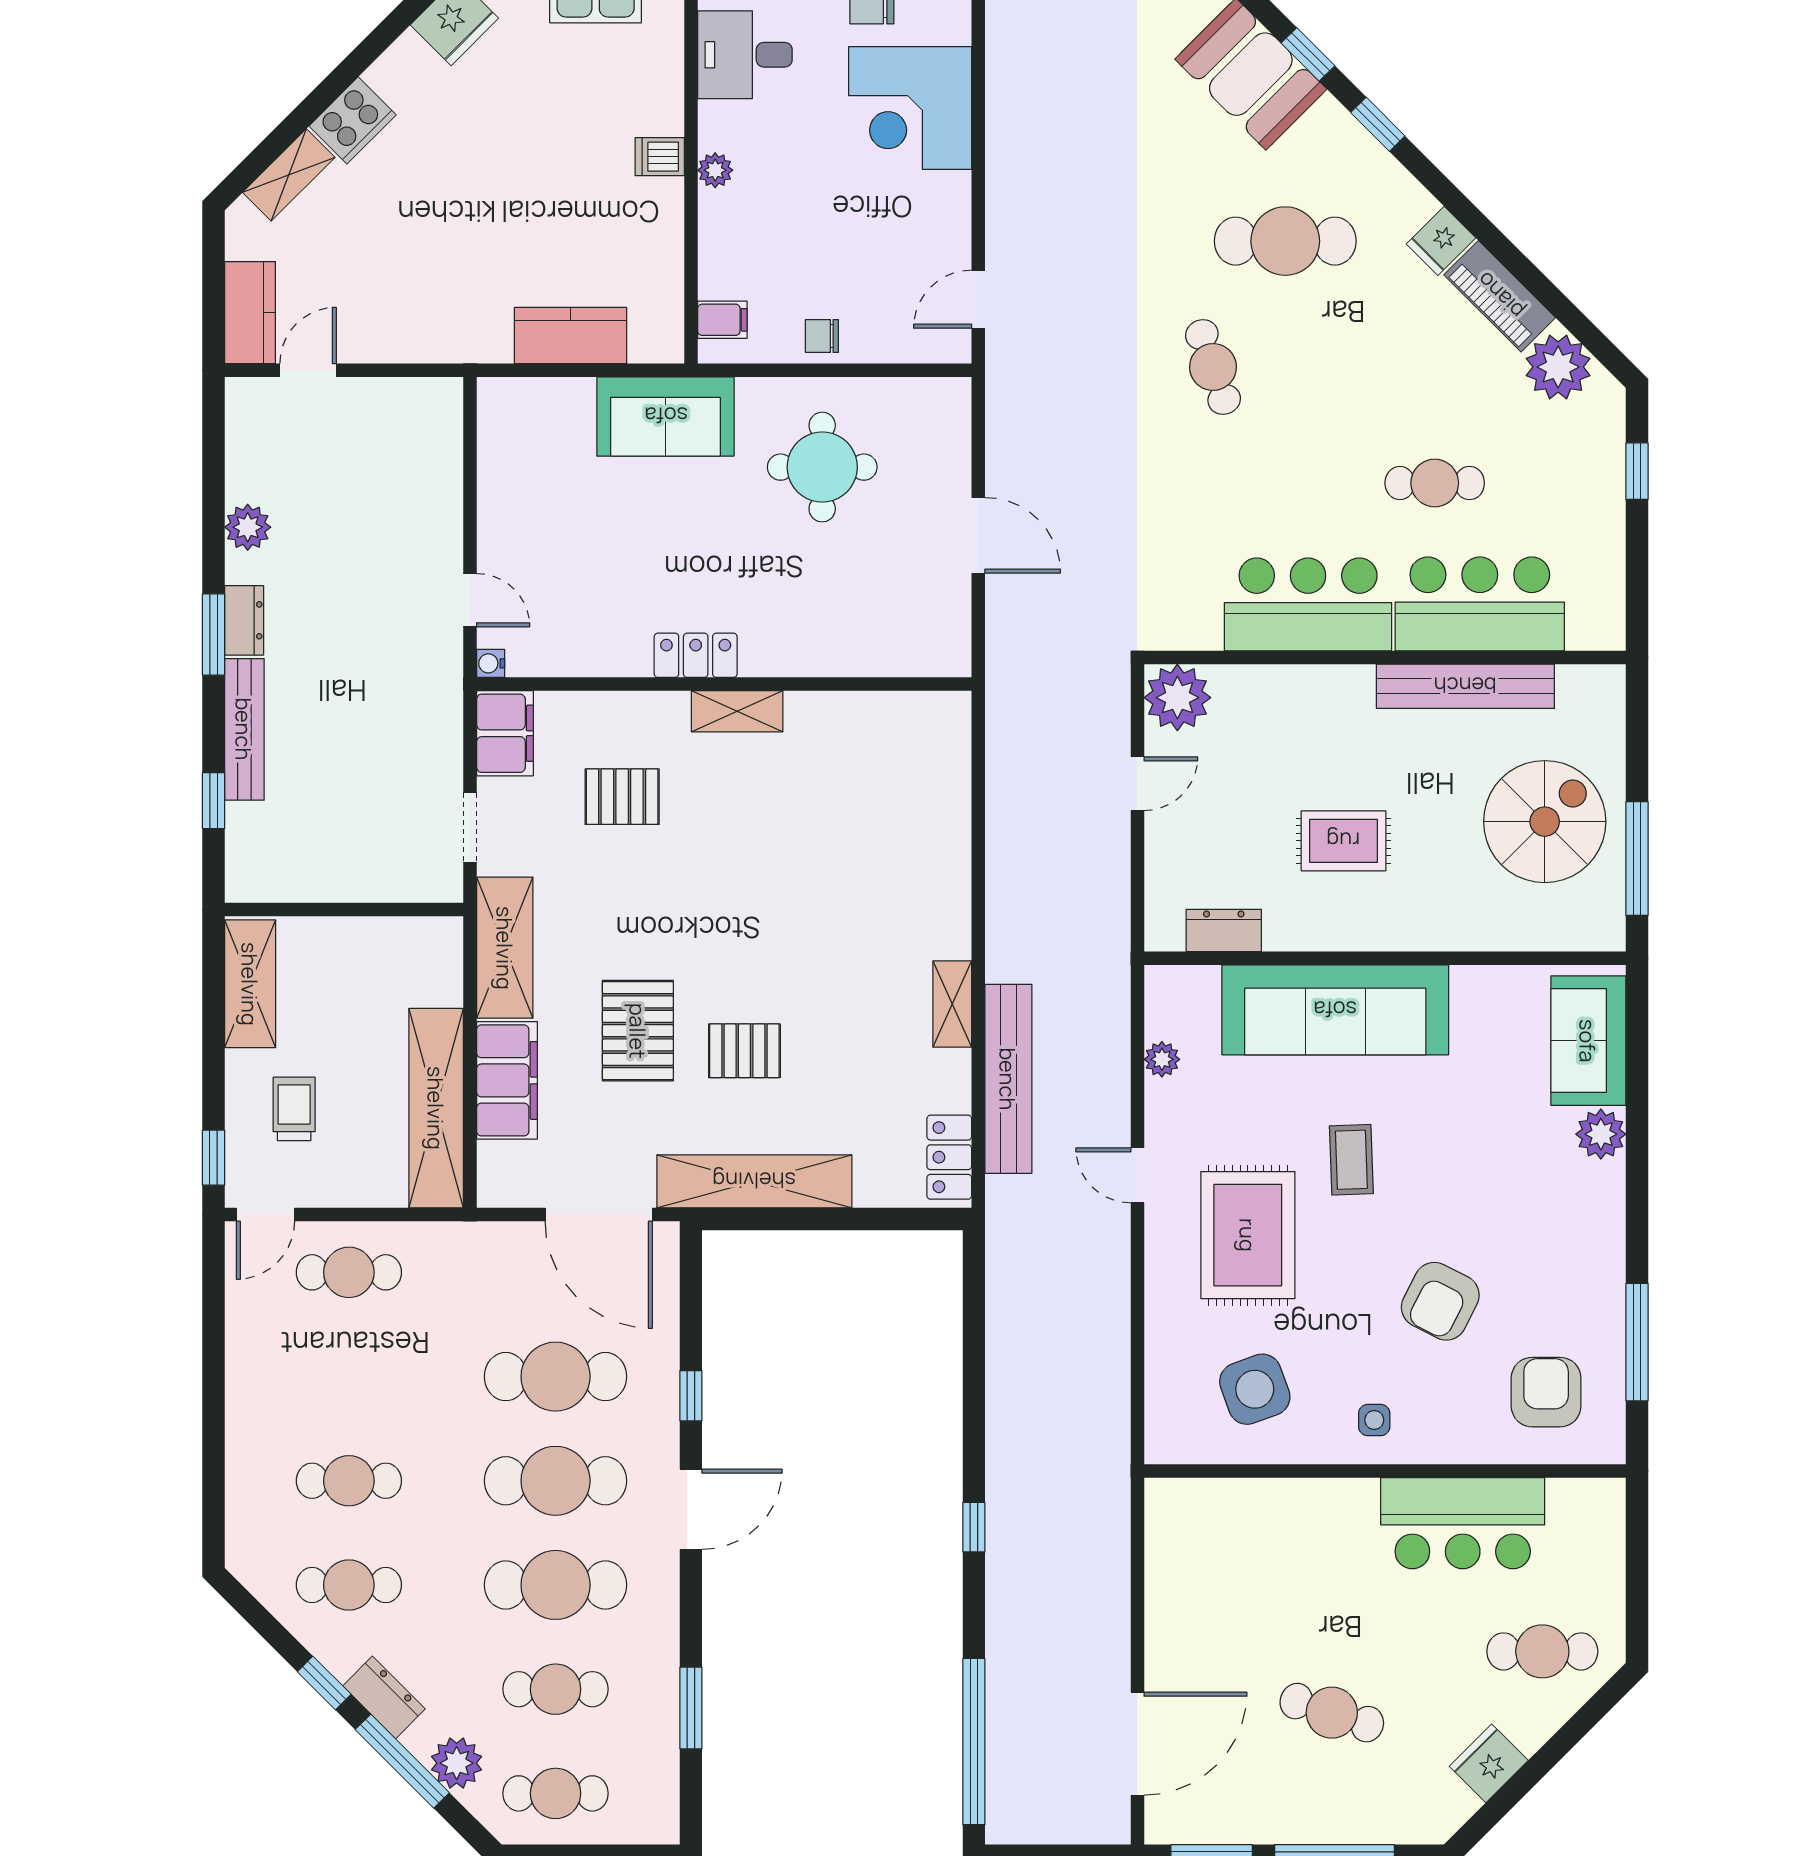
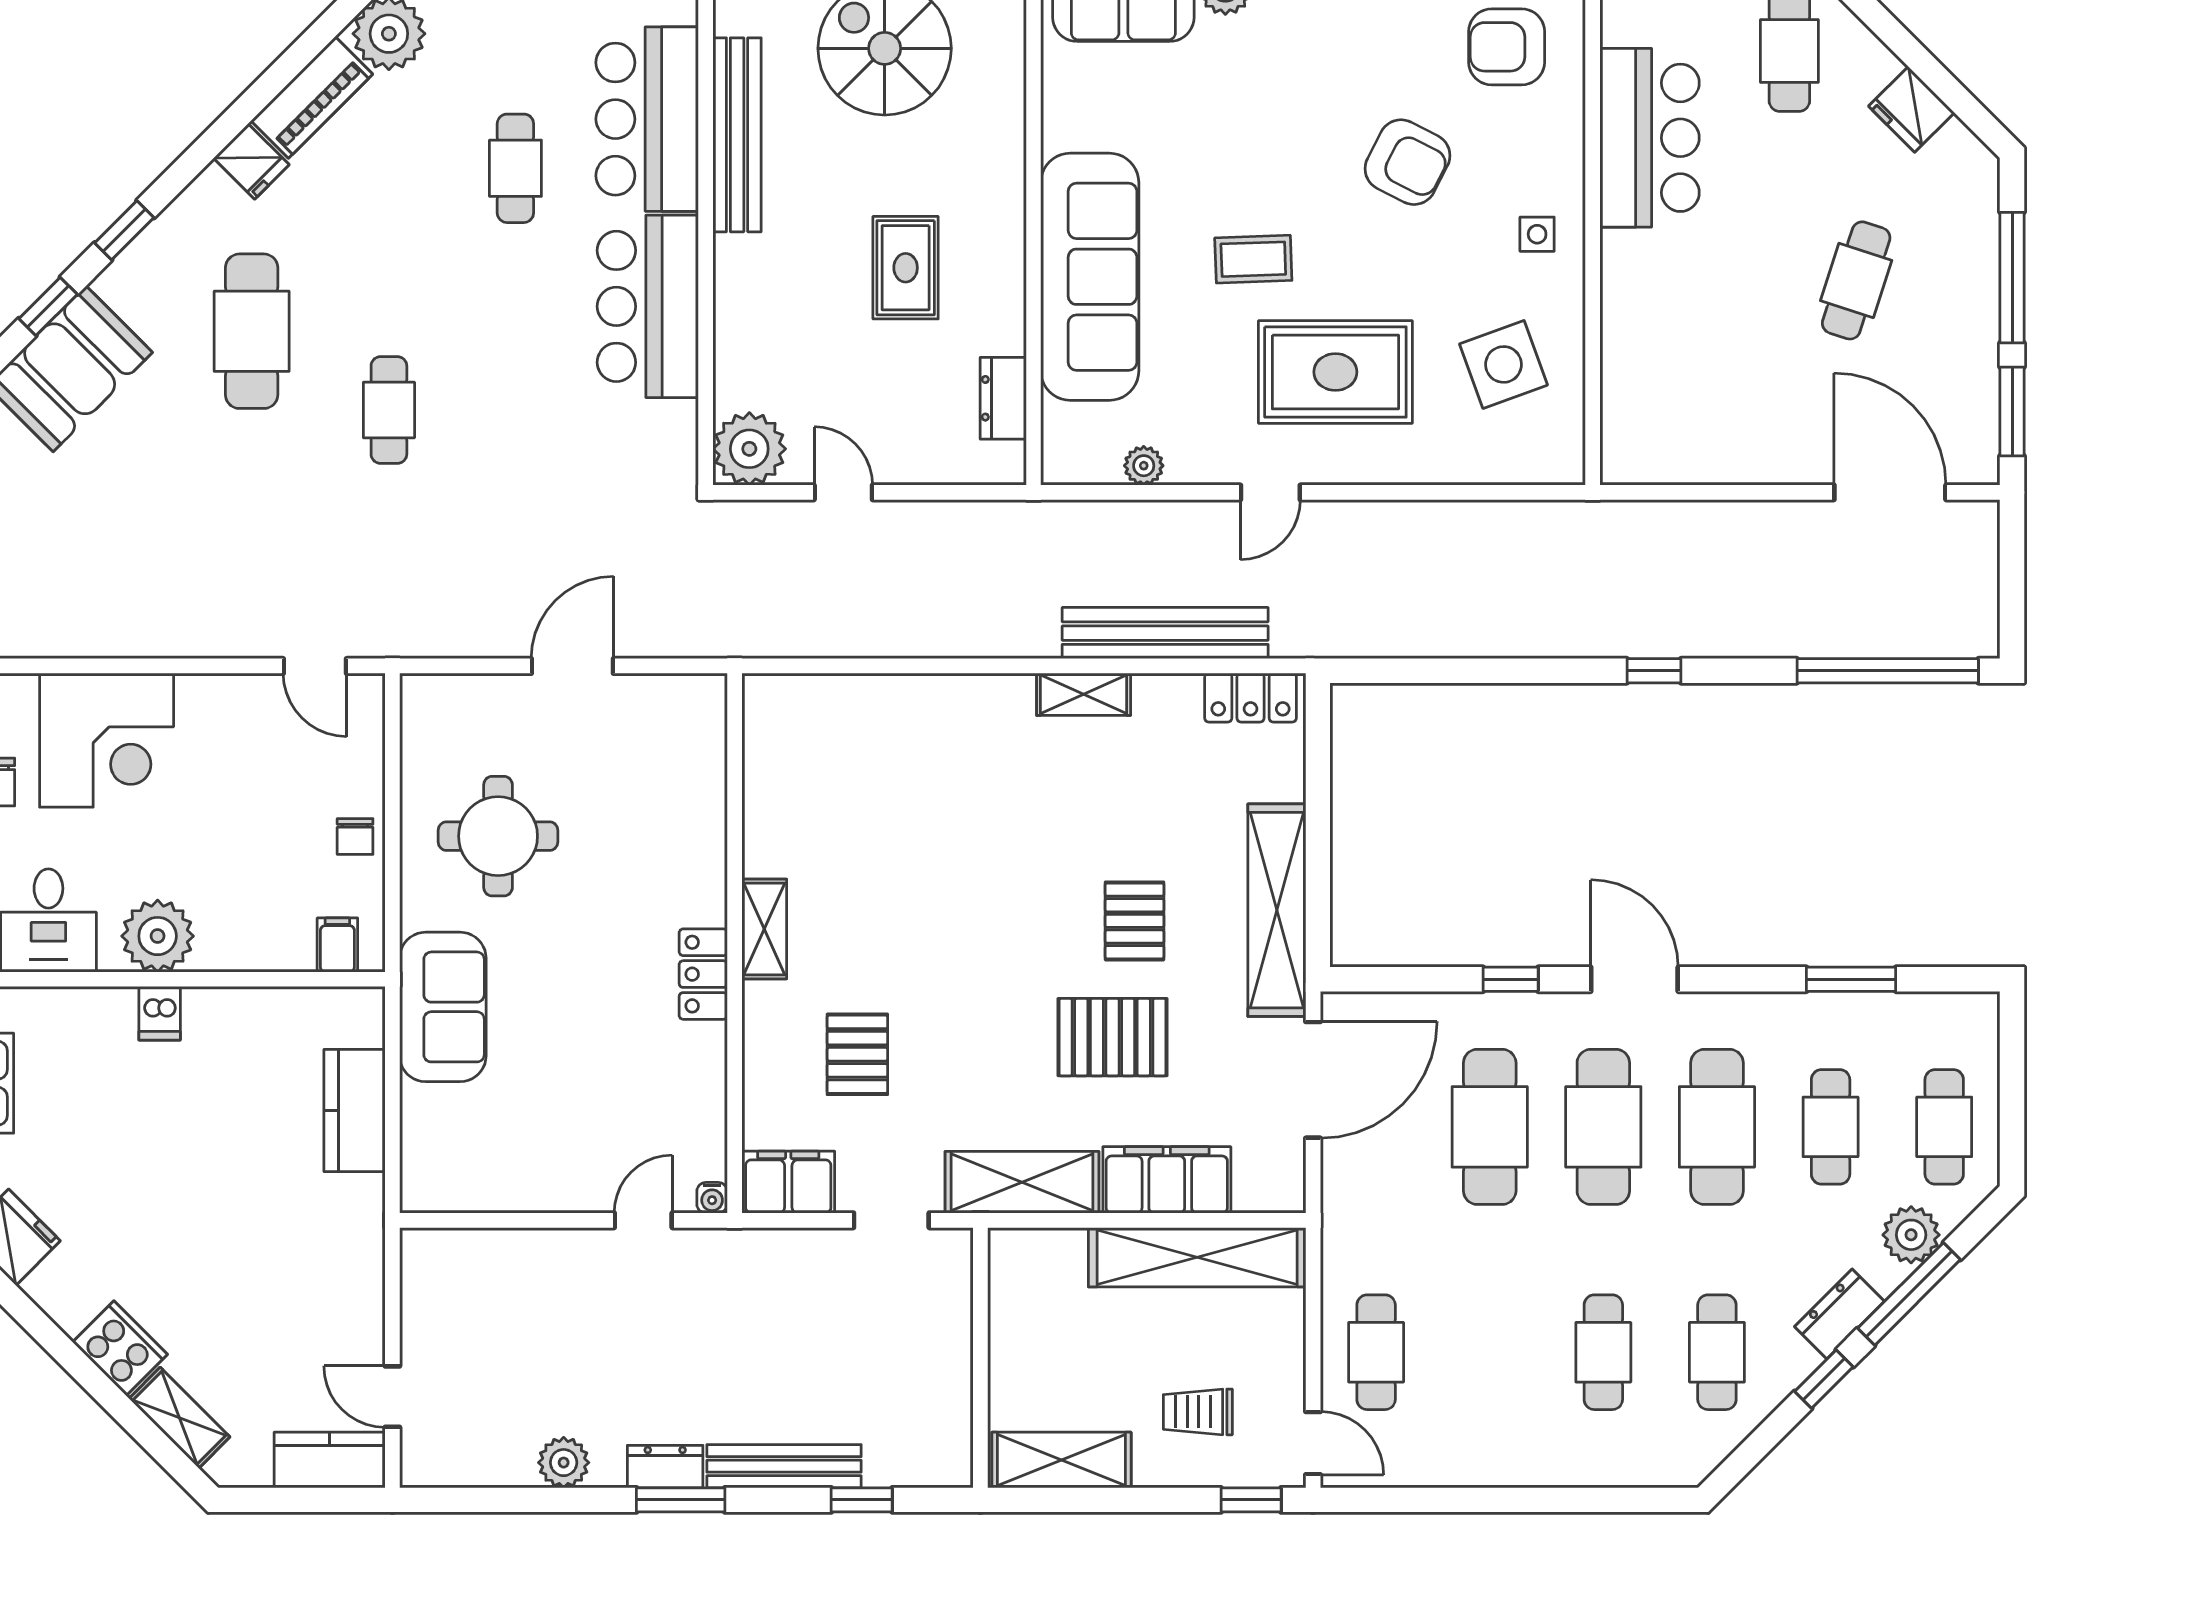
plant: (715, 170) -> (158, 936), width x1.88, depth x1.88
cafe table: (1213, 367) -> (389, 410), turned -71

